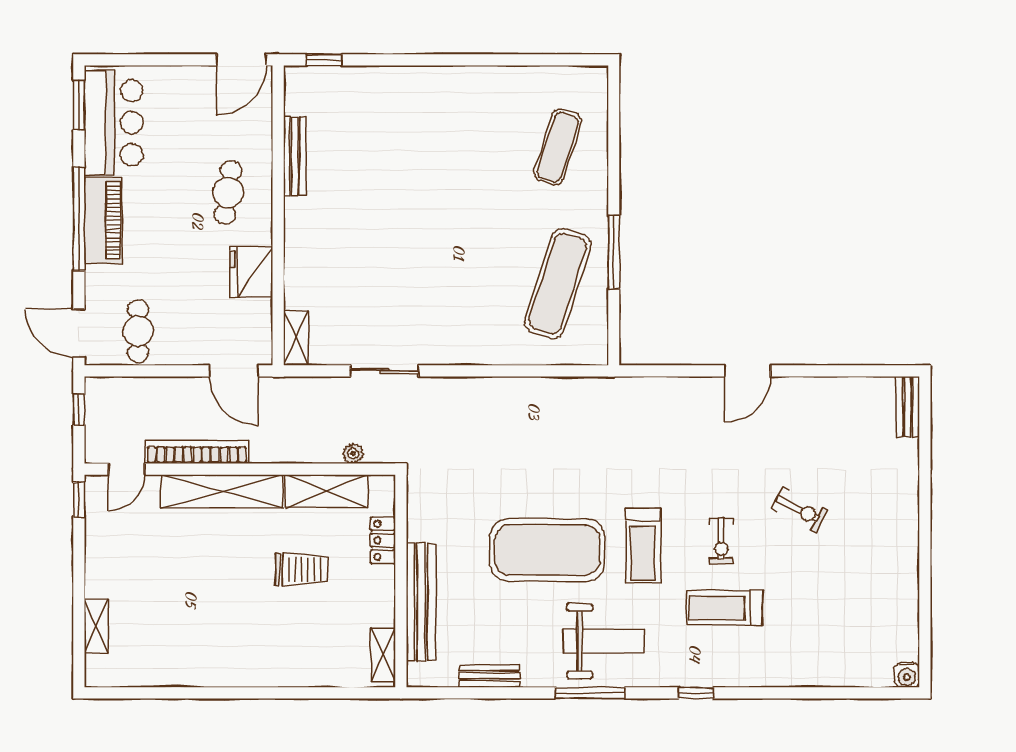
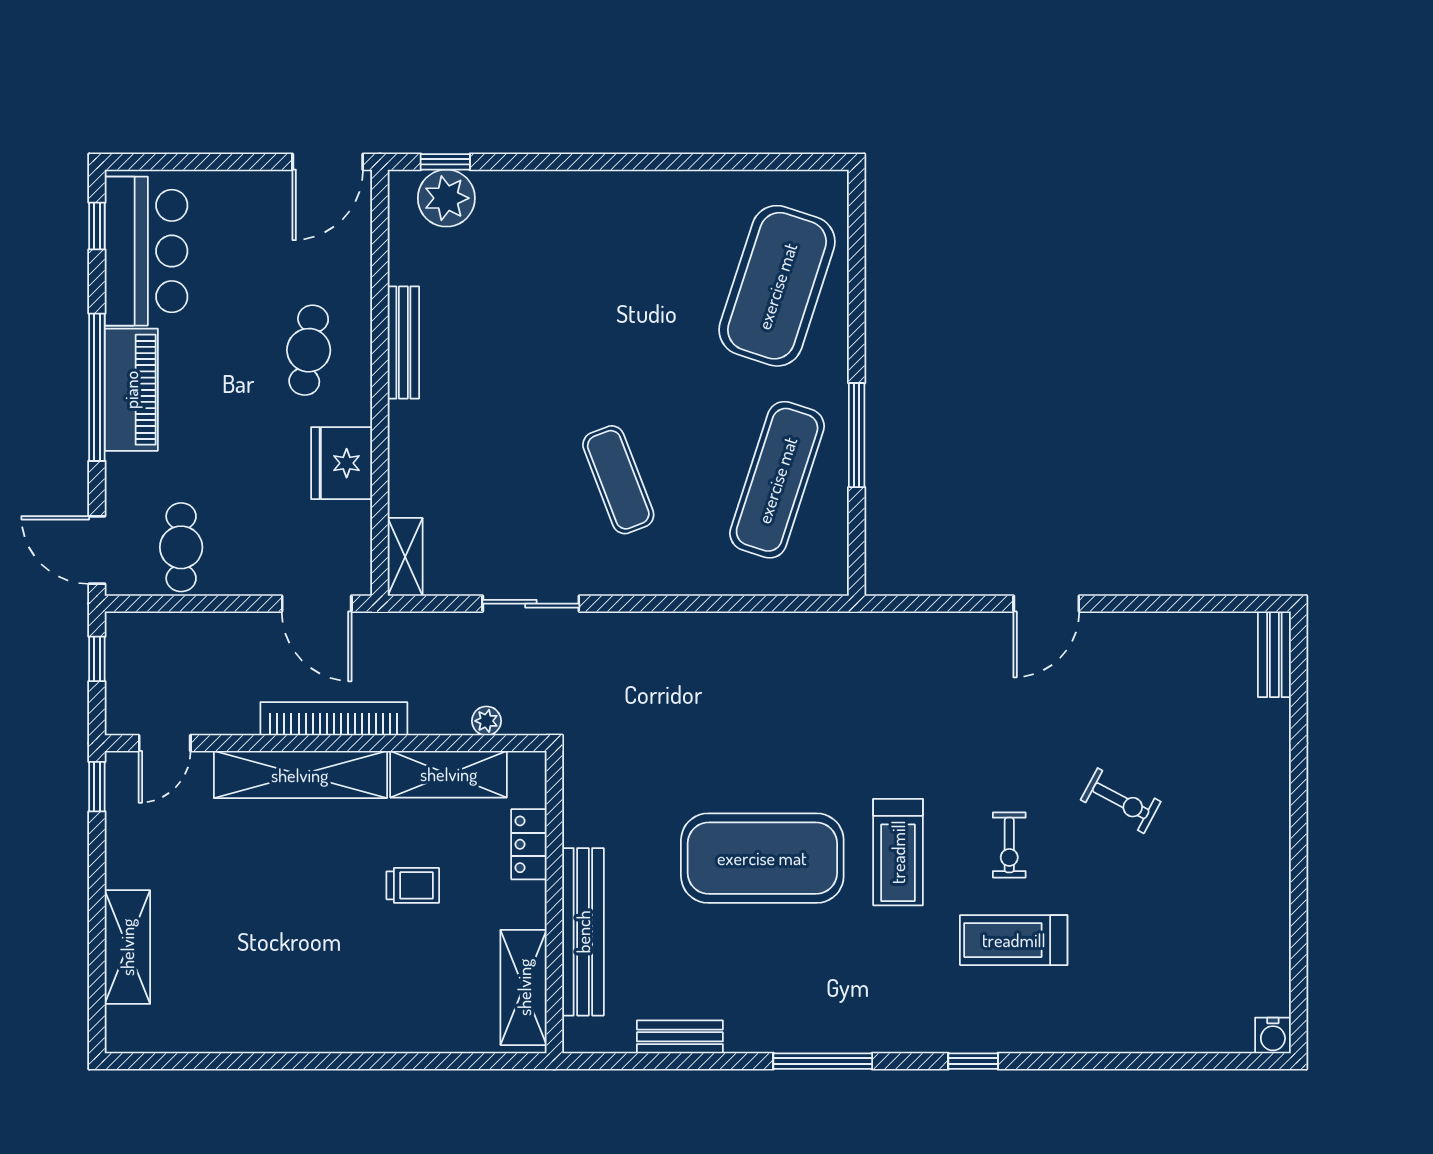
plant: (325, 85) -> (446, 198), added
window: (79, 105) -> (97, 226), width x0.67
exercise mat: (558, 147) -> (777, 286), width x2.00, depth x1.45
bench: (295, 156) -> (403, 342), moved
exercise mat: (446, 284) -> (618, 480), added
bookcase: (197, 452) -> (334, 719), moved
trolley: (301, 569) -> (413, 885), width x0.73, depth x0.72
shelving: (96, 626) -> (127, 947), width x1.50, depth x1.33
weight bench: (604, 641) -> (843, 988), removed
shelving: (383, 655) -> (524, 987), width x1.50, depth x1.33

